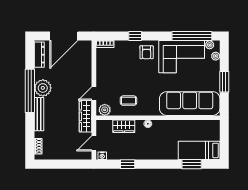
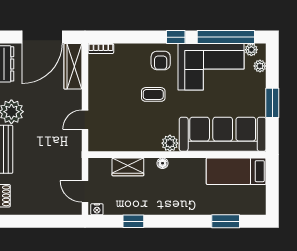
window: (135, 36) -> (176, 37), moved
coffee table: (128, 101) -> (153, 94), moved
plant: (105, 110) -> (170, 143), moved
wardrobe: (86, 116) -> (73, 66), moved
door: (94, 143) -> (85, 191), hinge flipped
bed: (199, 150) -> (236, 171), moved

